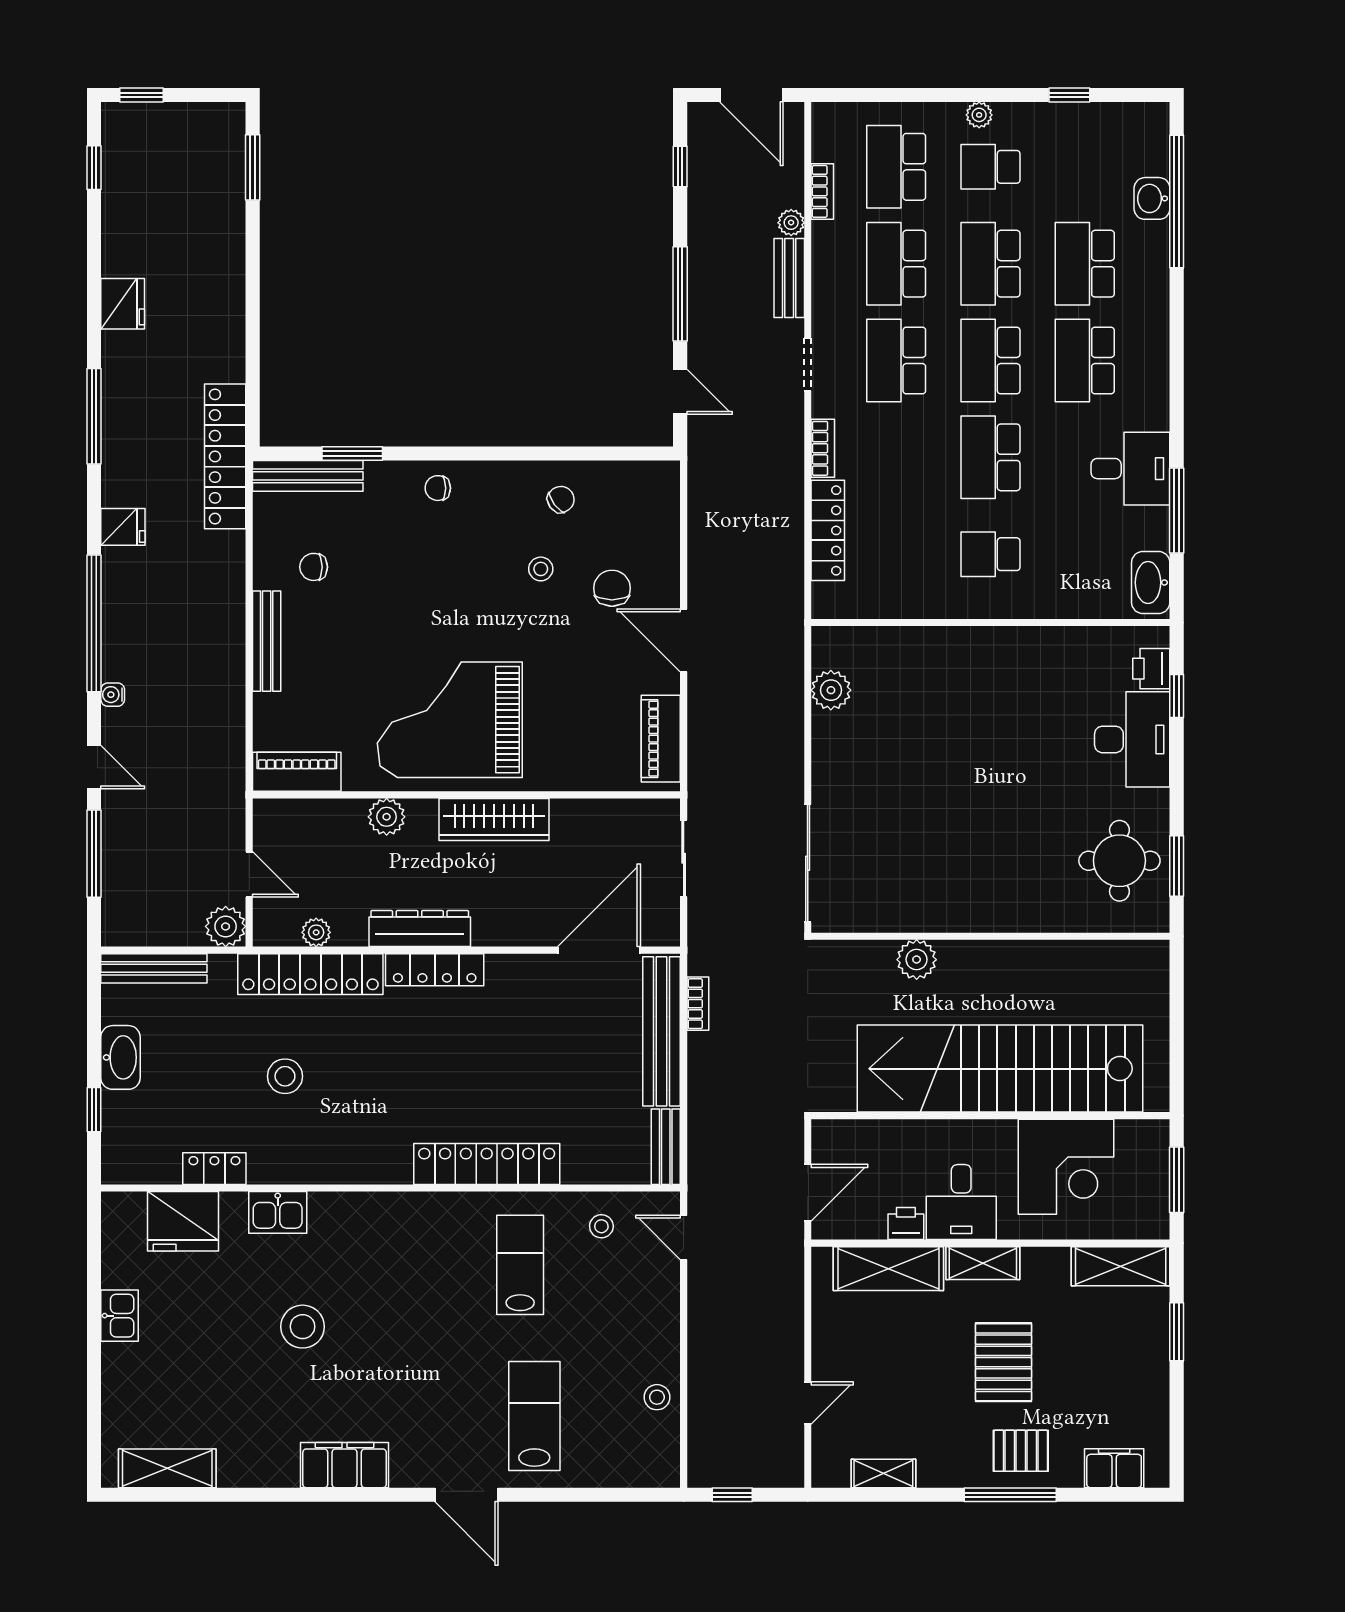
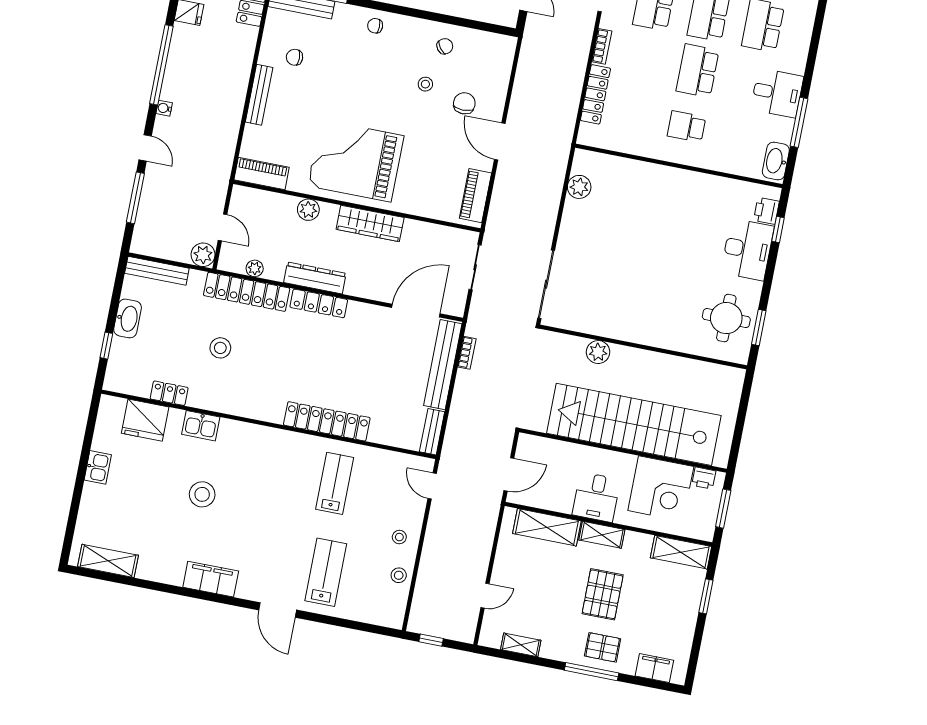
printer: (906, 1224) -> (704, 478), moved, turned 180
stool: (601, 1226) -> (399, 537), moved

